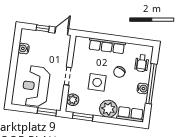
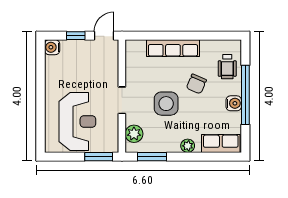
water cooler: (24, 49) -> (52, 47), moved
reception desk: (36, 86) -> (77, 121), turned 180
plant: (108, 109) -> (188, 146), width x0.53, depth x0.53

